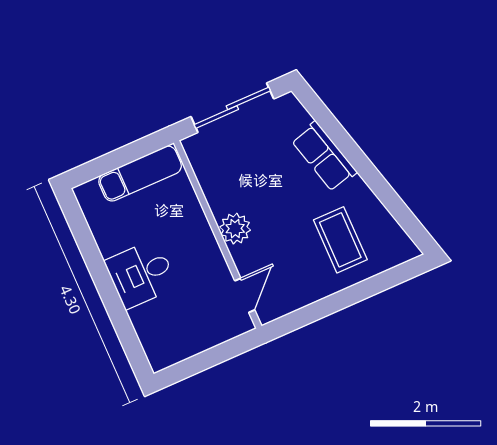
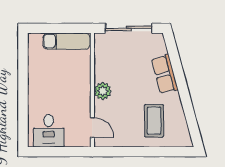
desk: (141, 274) -> (49, 131), moved, turned -90
door: (245, 295) -> (92, 127), hinge flipped

